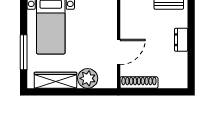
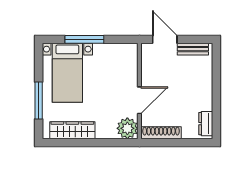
dresser: (181, 40) -> (206, 124), moved
plant: (88, 78) -> (127, 128), moved

